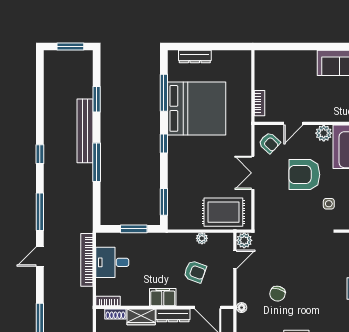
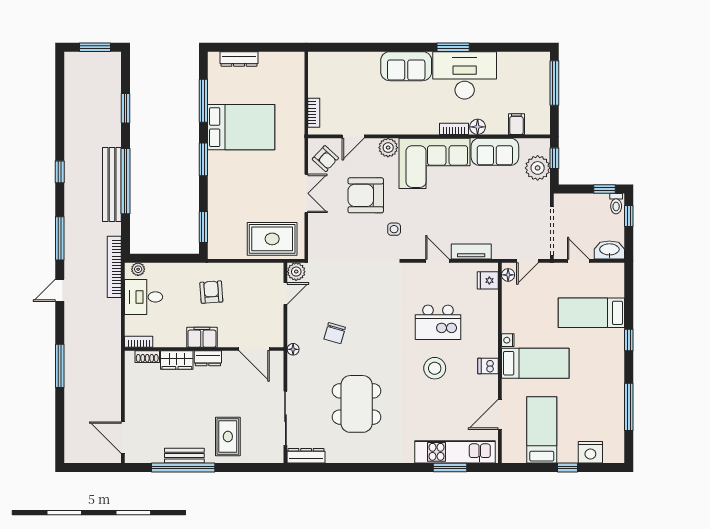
bed: (197, 108) -> (241, 127), width x0.73
bench: (85, 131) -> (112, 185), moved
window: (164, 143) -> (203, 159), width x1.50
window: (97, 162) -> (126, 181), width x1.46
double door: (253, 173) -> (306, 193), swing flipped
window: (134, 229) -> (168, 258), removed
plant: (202, 238) -> (138, 269), moved
bookcase: (87, 260) -> (114, 267), moved
armchair: (195, 272) -> (211, 292), moved, turned -114
dresser: (173, 315) -> (208, 358), width x0.70

